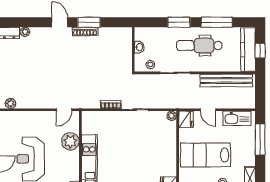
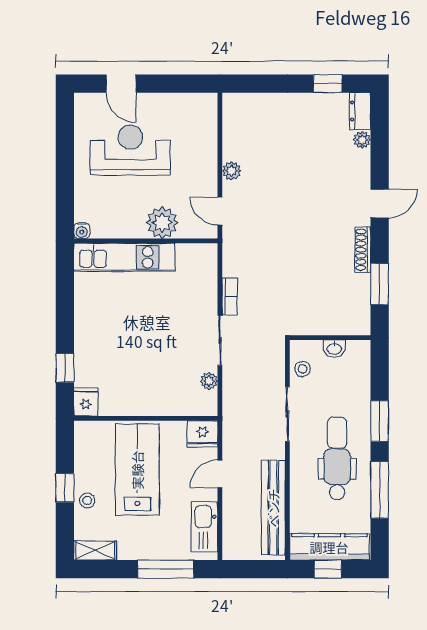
window: (89, 22) -> (380, 284), moved
plant: (10, 103) -> (232, 171), moved
plant: (172, 116) -> (209, 381), moved

